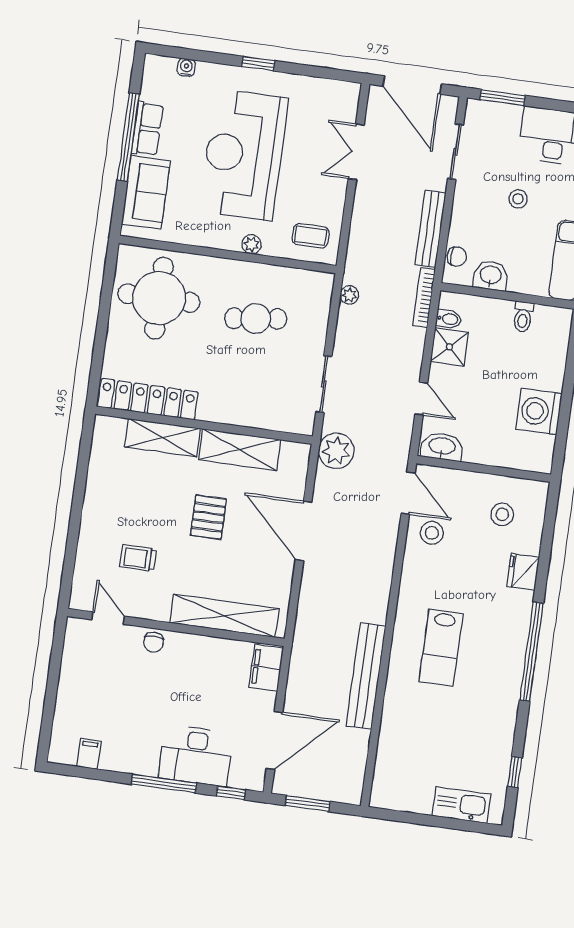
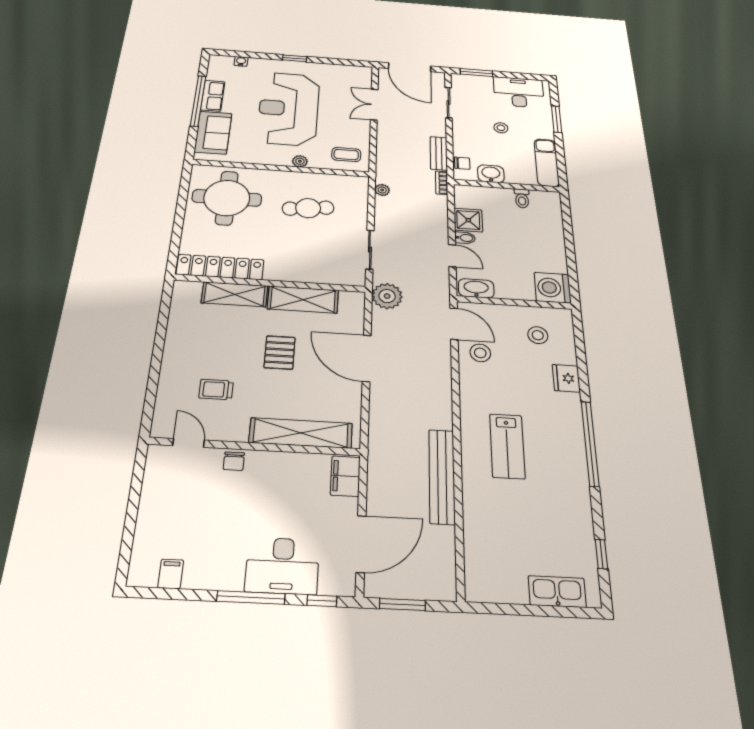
bench: (430, 229) -> (439, 153), width x0.73
bookcase: (424, 298) -> (442, 183), width x0.64
bidet: (448, 319) -> (465, 238), moved
washing machine: (539, 411) -> (553, 288), moved

